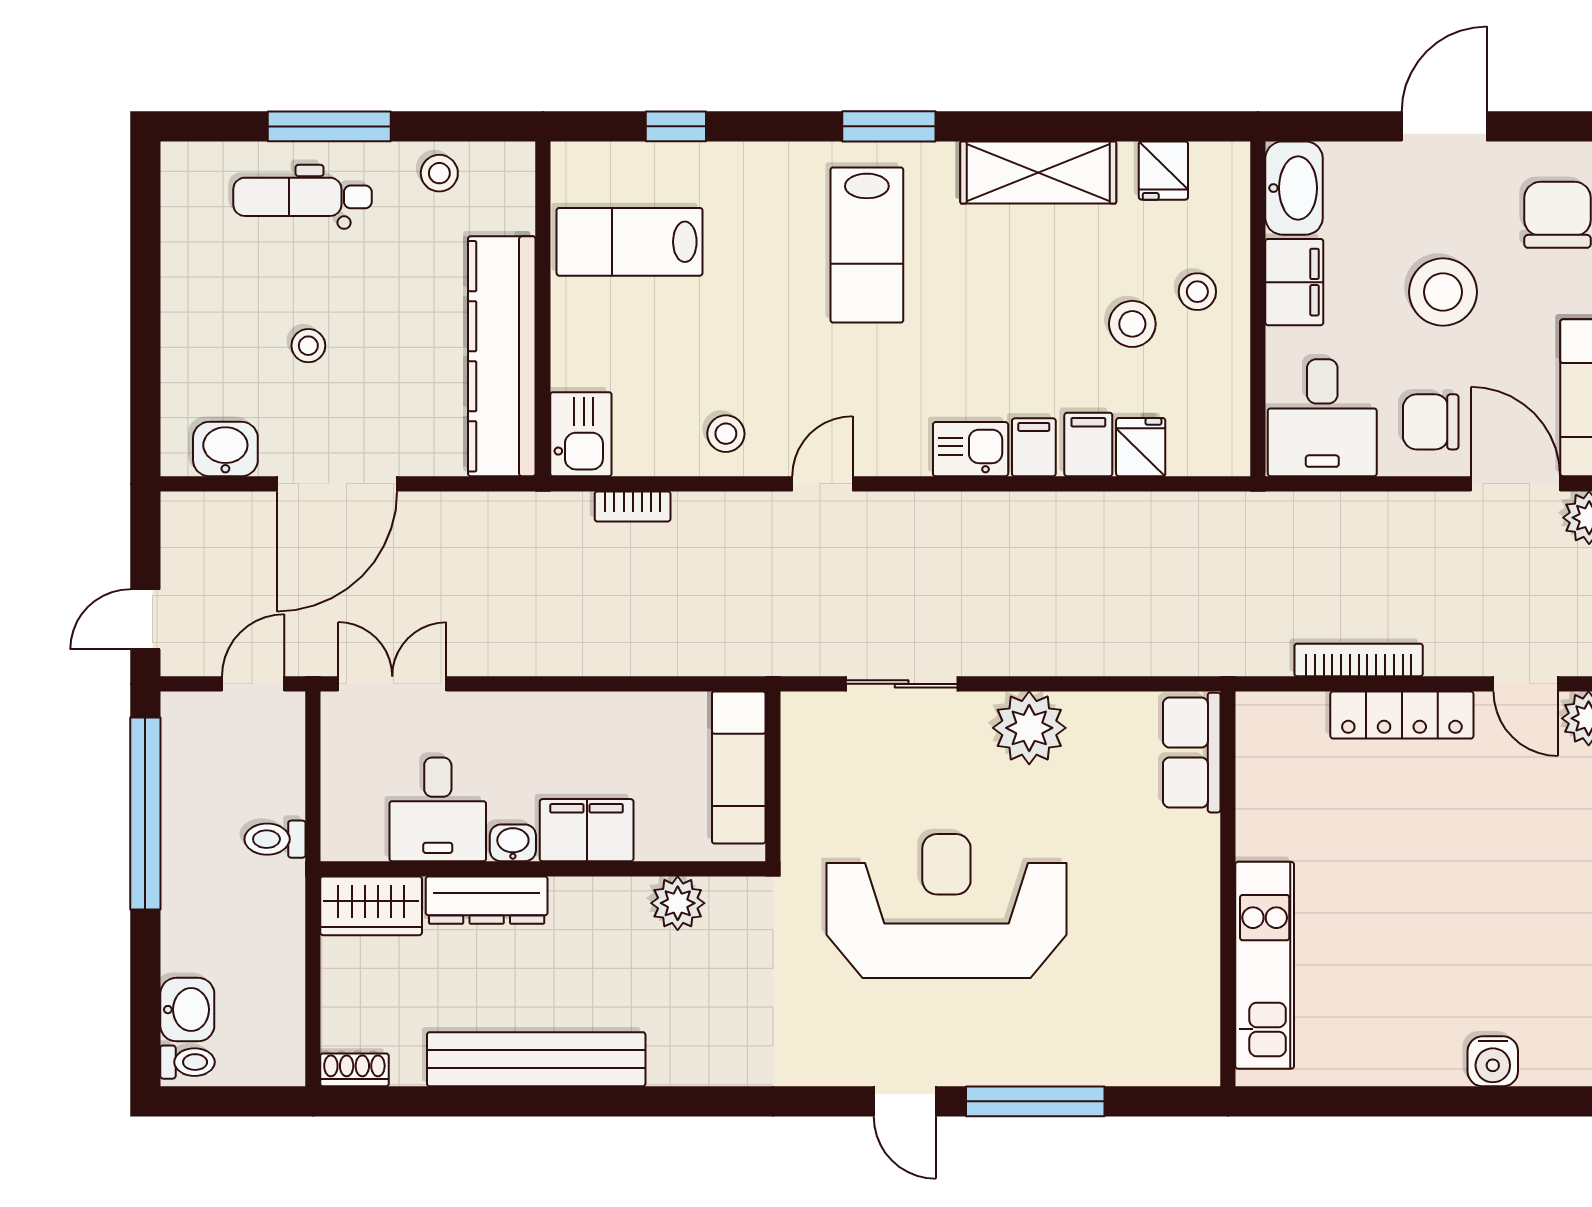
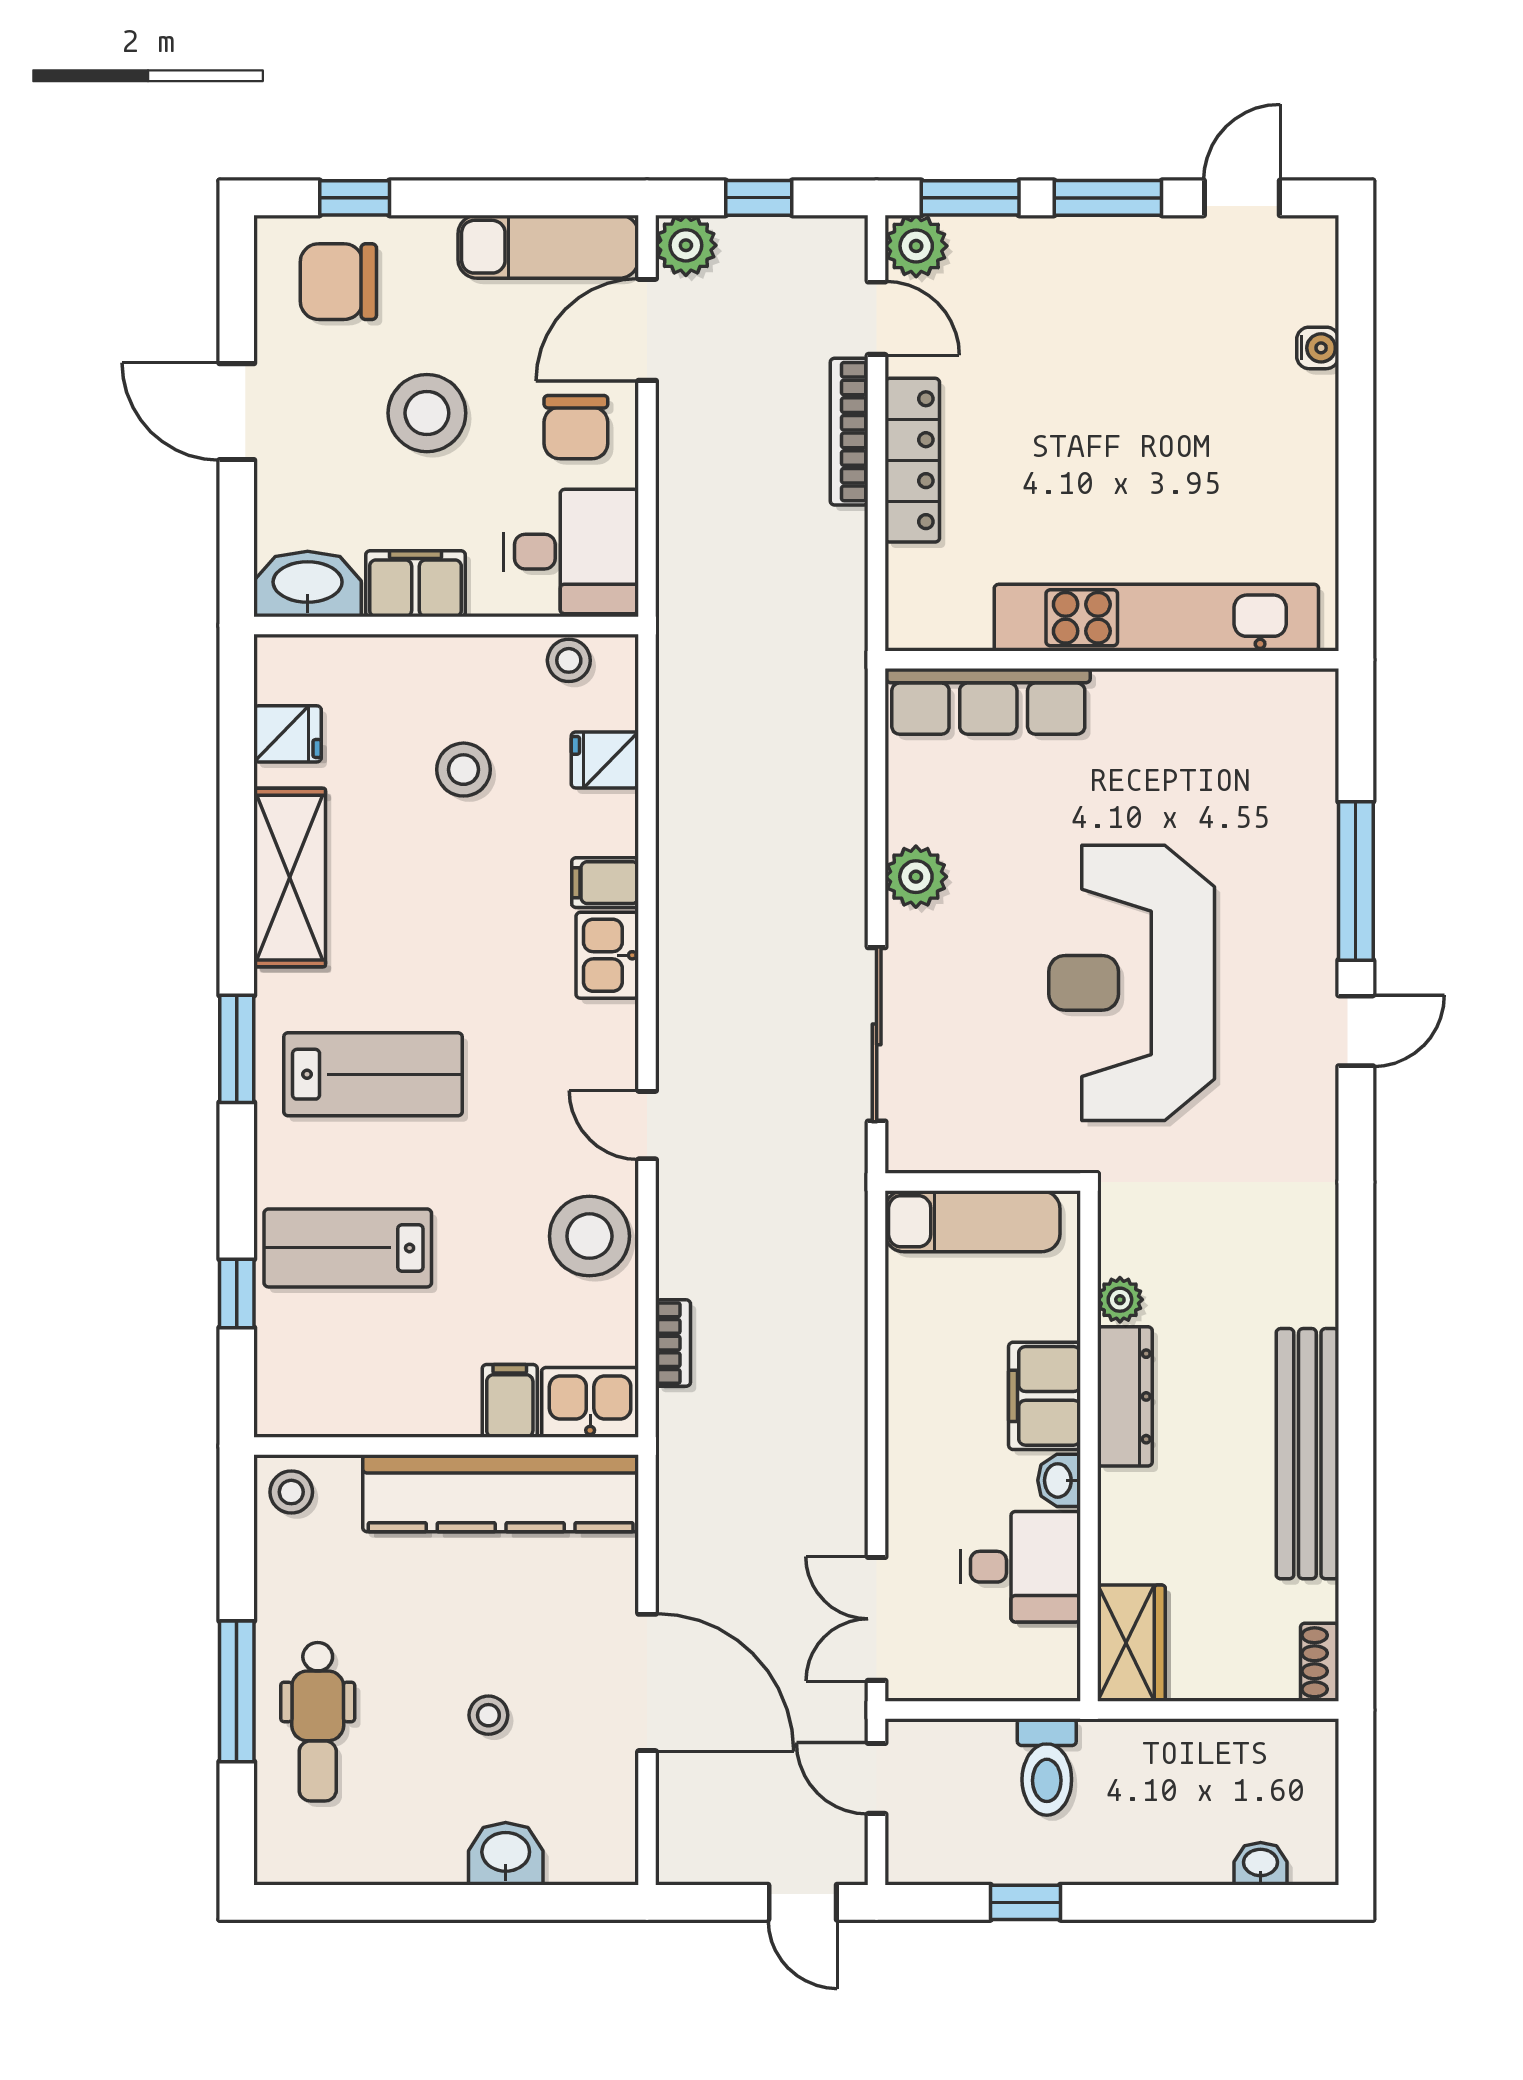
stool: (439, 173) -> (291, 1492), moved
lab bench: (630, 242) -> (348, 1248), moved, turned 90
stool: (1197, 292) -> (569, 660), moved
stool: (726, 434) -> (589, 1236), width x1.89, depth x1.89
filing cabinet: (1088, 444) -> (510, 1401), moved, turned 90
washbasin: (225, 449) -> (506, 1854), moved, turned 90
bookcase: (1359, 660) -> (849, 432), moved
sliding door: (902, 684) -> (877, 1034), width x1.37
door: (1526, 684) -> (877, 318), hinge flipped
plant: (1029, 728) -> (916, 877), width x0.73, depth x0.73
row of seats: (1192, 753) -> (988, 701), width x1.48
window: (145, 814) -> (1025, 1902), width x0.32
toilet: (275, 839) -> (1047, 1767), width x1.37, depth x1.39
dresser: (487, 900) -> (1125, 1396), moved
plant: (678, 903) -> (1120, 1300), width x0.73, depth x0.73
kitchen unit: (1265, 965) -> (1156, 618), width x1.36
washbasin: (187, 1010) -> (1261, 1864), width x0.72, depth x0.69
water cooler: (1493, 1061) -> (1318, 348), width x0.72, depth x0.72
toilet: (187, 1062) -> (1311, 1854), removed

